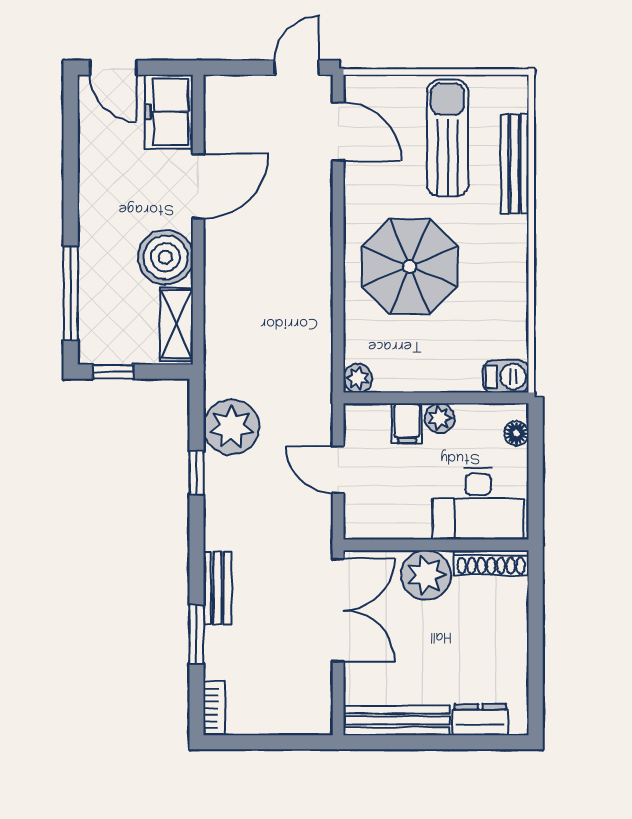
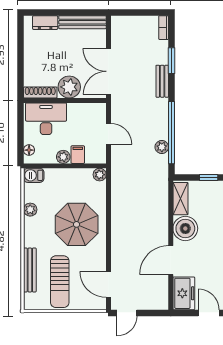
plant: (514, 300) -> (30, 210), added
plant: (231, 427) -> (162, 147), width x0.53, depth x0.53
window: (196, 473) -> (172, 133), width x3.17

